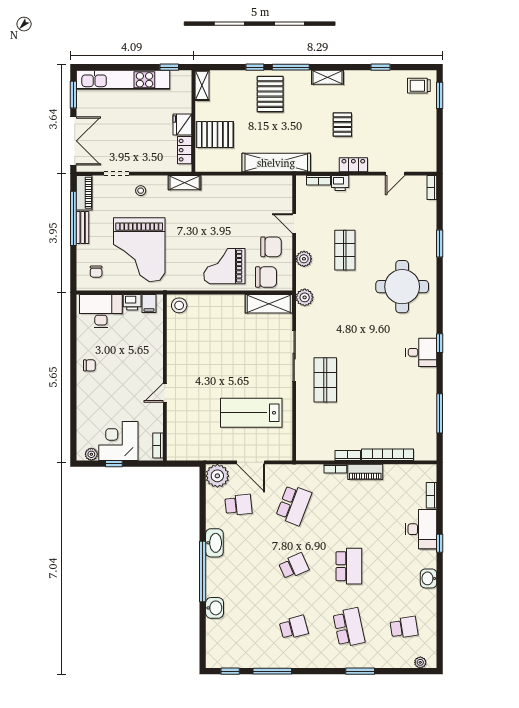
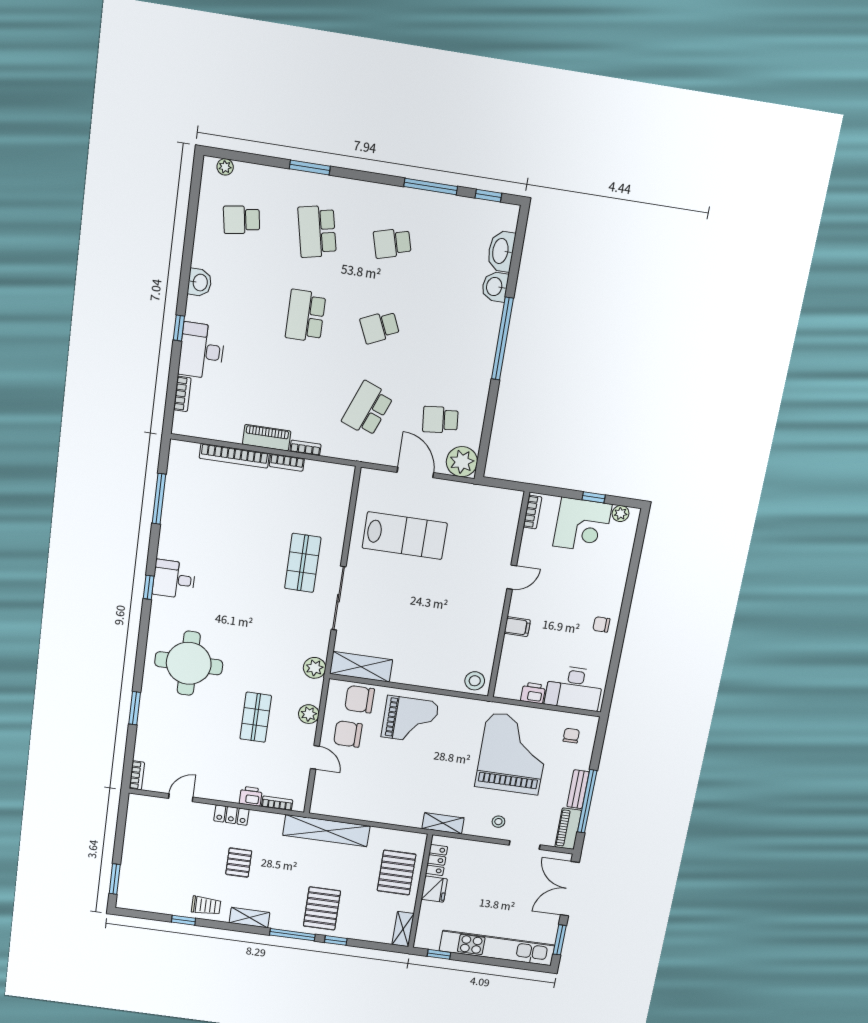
trolley: (419, 86) -> (206, 906), moved
pallet: (215, 135) -> (397, 873), turned 90
filing cabinet: (149, 304) -> (517, 627), moved, turned 90
washbasin: (214, 543) -> (501, 251), moved

